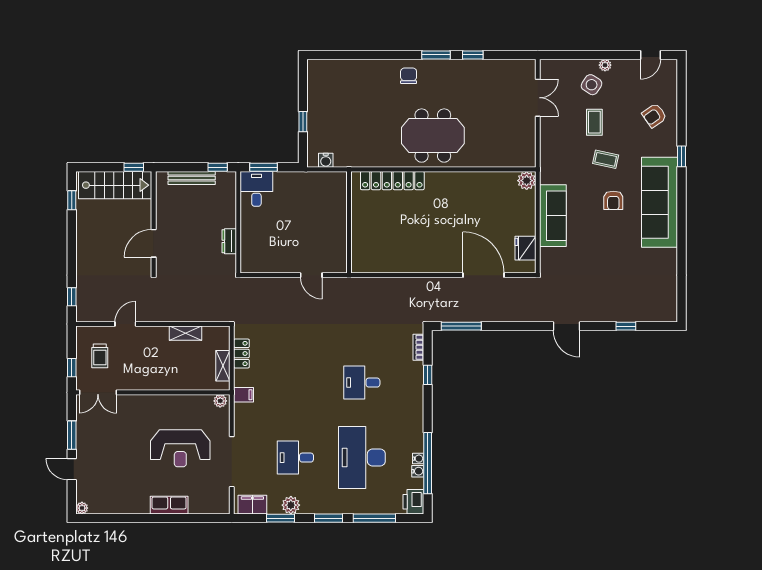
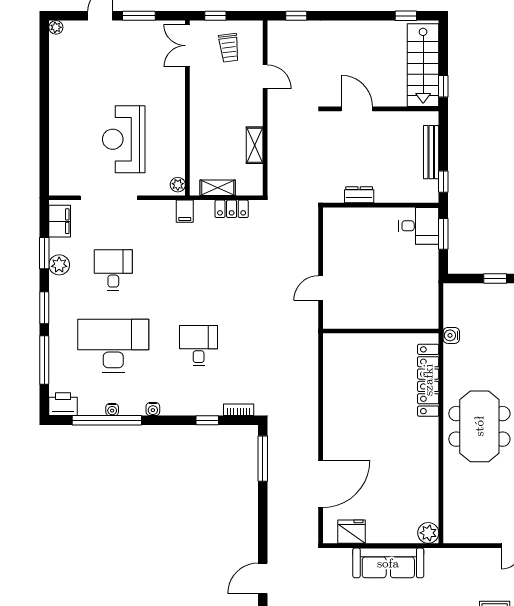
water cooler: (326, 160) -> (451, 335), moved
trolley: (100, 356) -> (229, 48), turned -97
water cooler: (418, 471) -> (153, 409), moved
row of seats: (169, 505) -> (59, 126), removed

